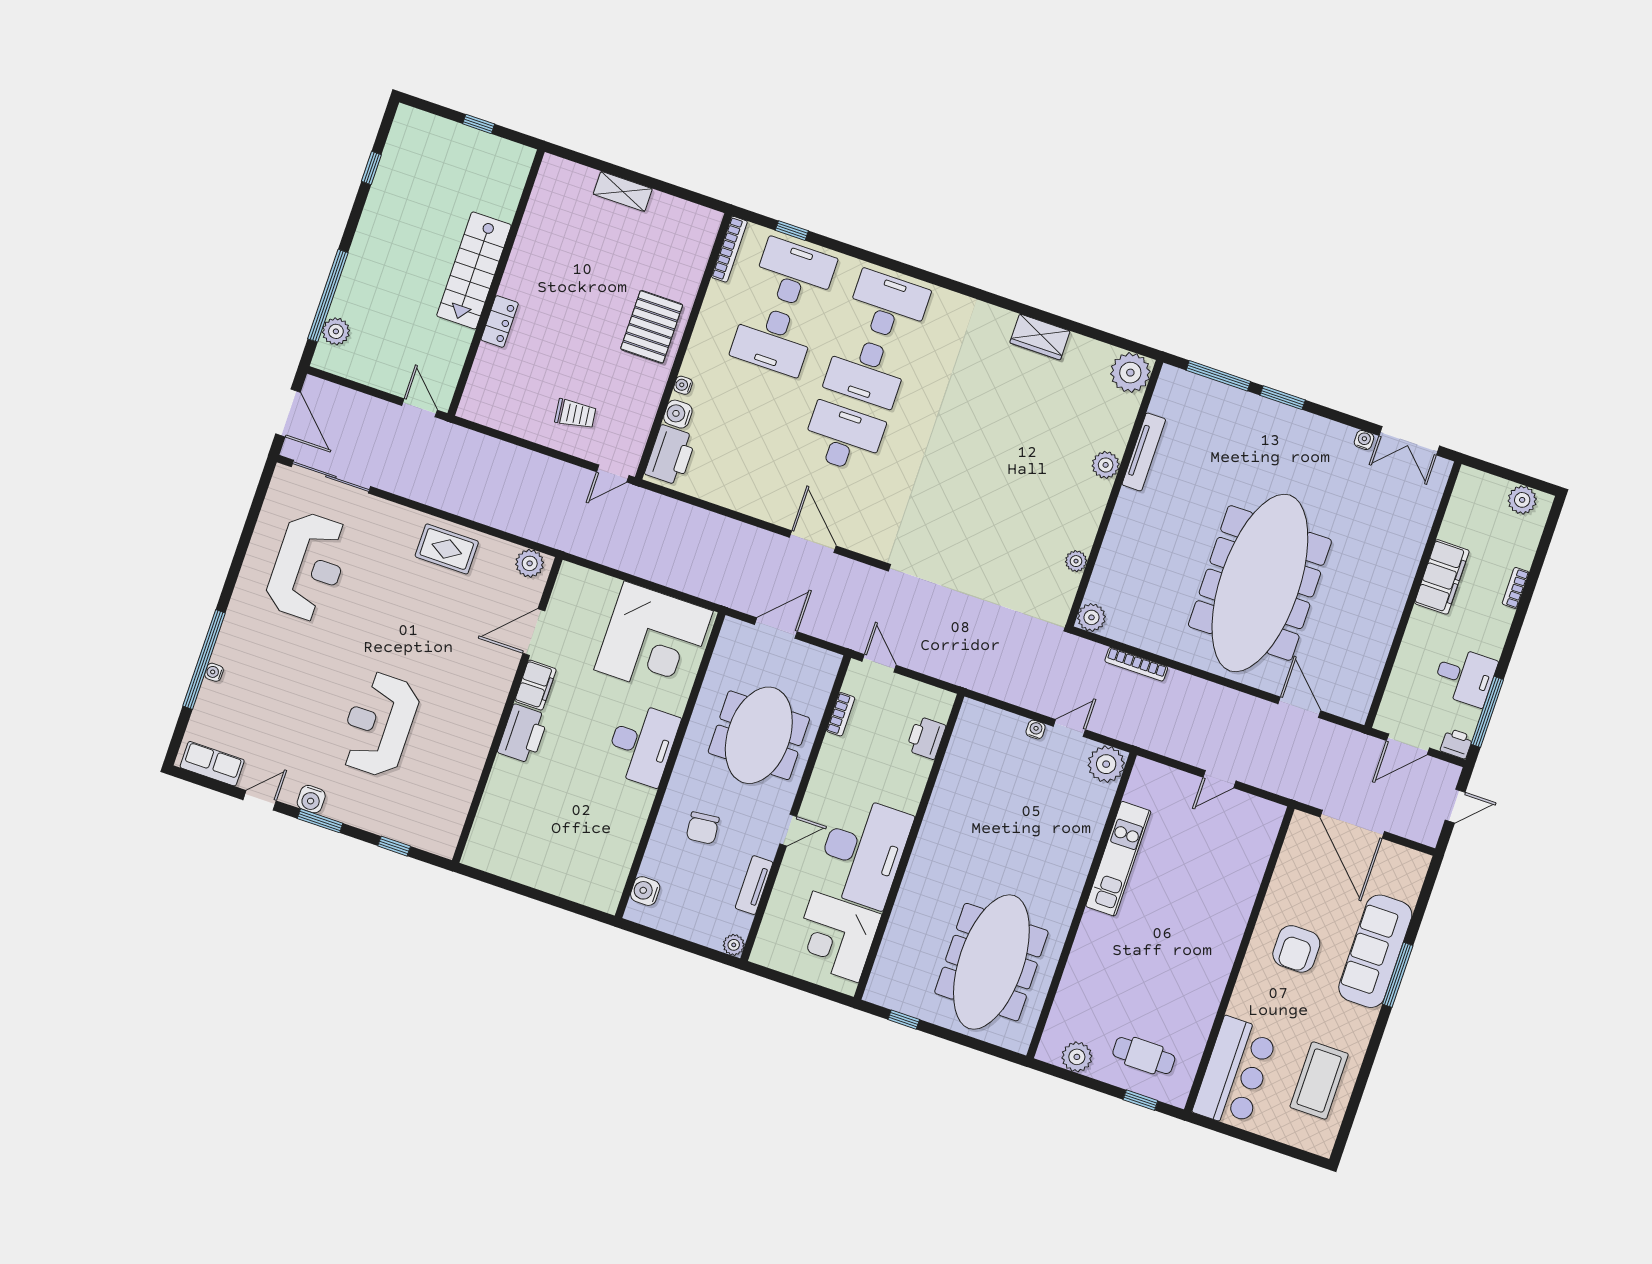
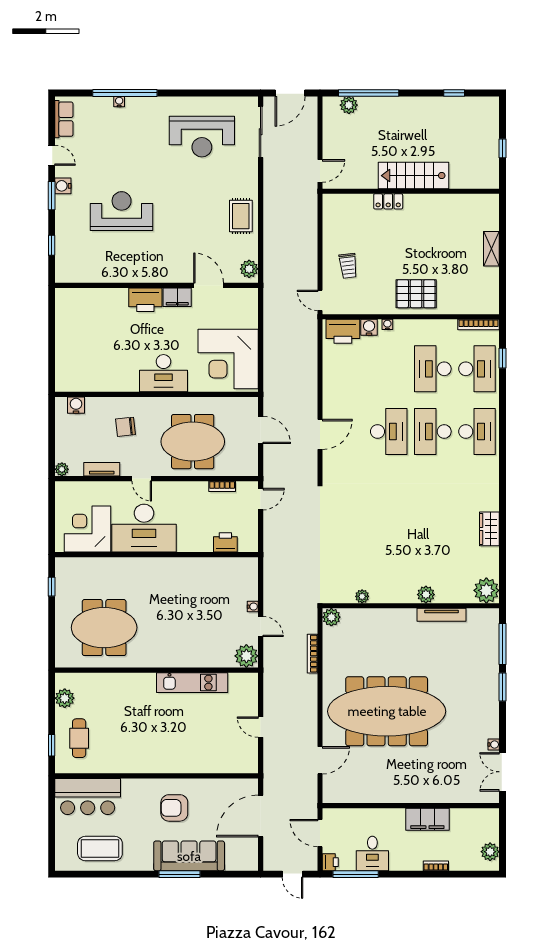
meeting table: (991, 962) -> (104, 628), width x0.73

